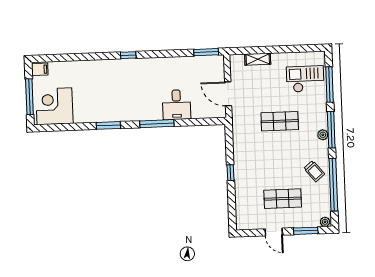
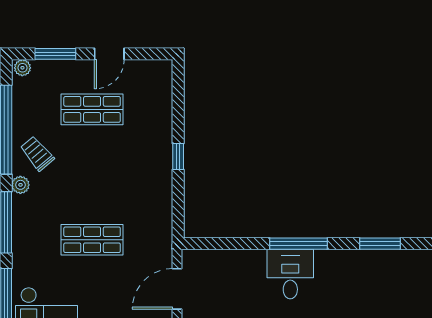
door: (228, 94) -> (177, 289), swing flipped
desk: (177, 105) -> (290, 274), moved
plant: (323, 135) -> (20, 185), moved
door: (274, 232) -> (109, 54), swing flipped

